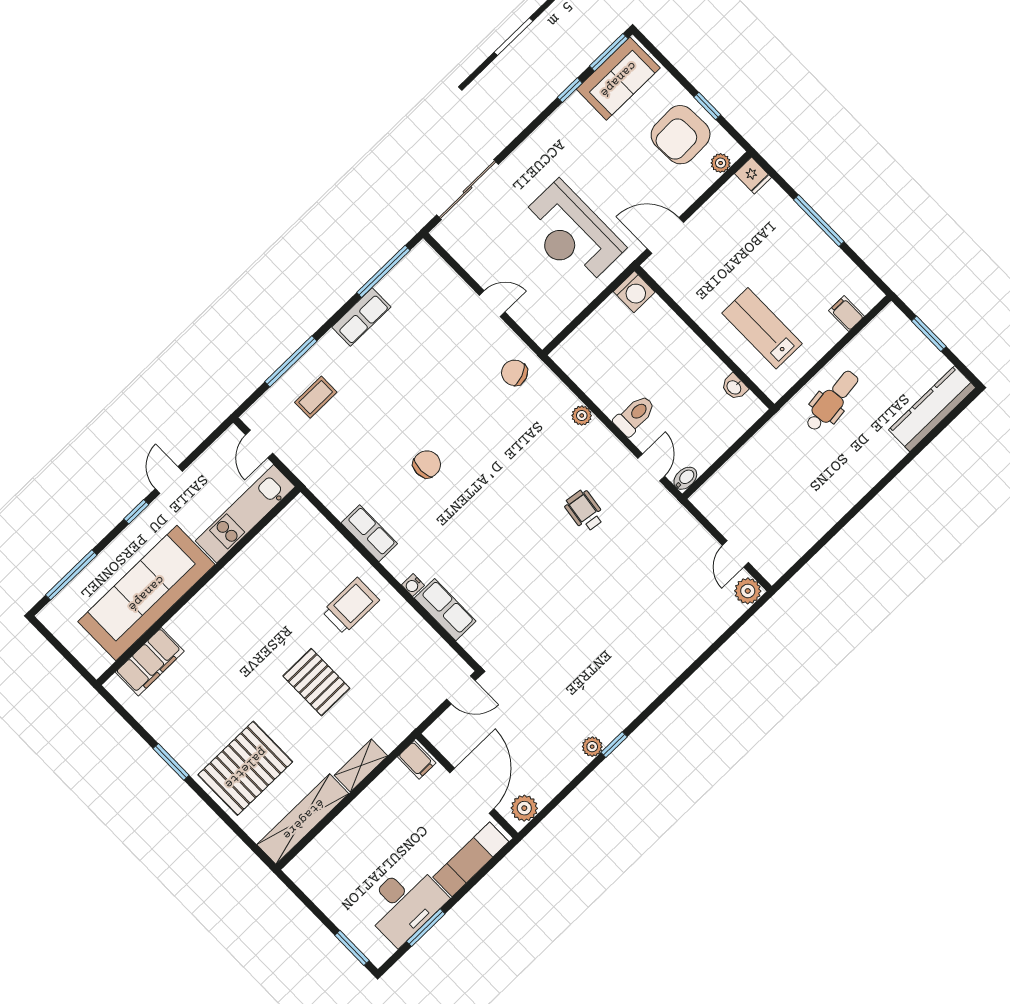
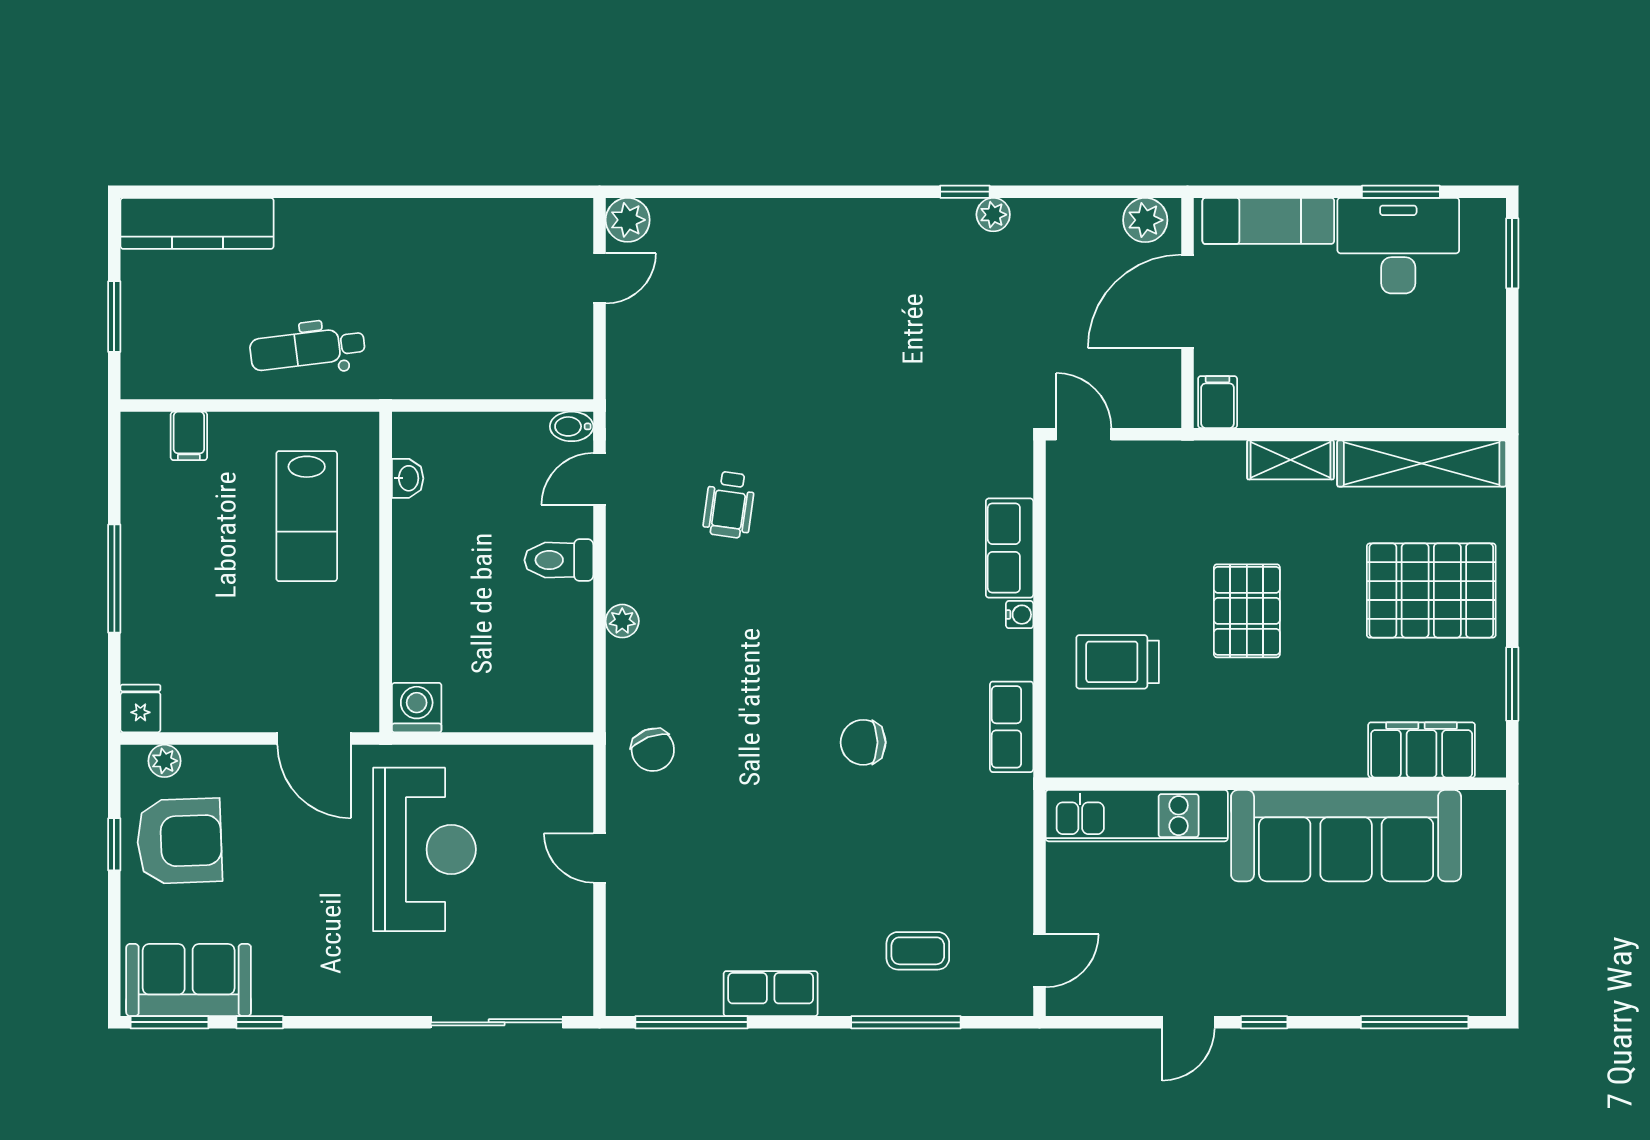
kitchen unit: (245, 514) -> (1137, 816), moved
wall: (198, 586) -> (1276, 784), moved
sofa: (146, 593) -> (1346, 836), moved
filing cabinet: (150, 662) -> (1422, 750), moved

